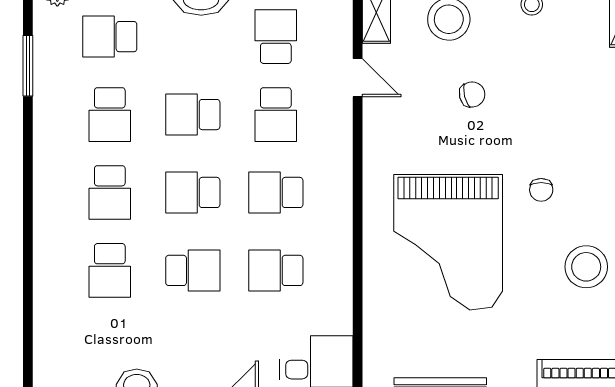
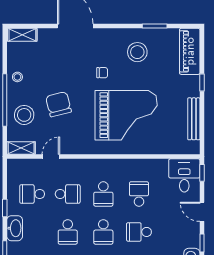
chair: (472, 94) -> (59, 104), width x1.87, depth x1.87
school desk: (193, 270) -> (139, 232), turned -90
school desk: (276, 270) -> (139, 194), turned 180

